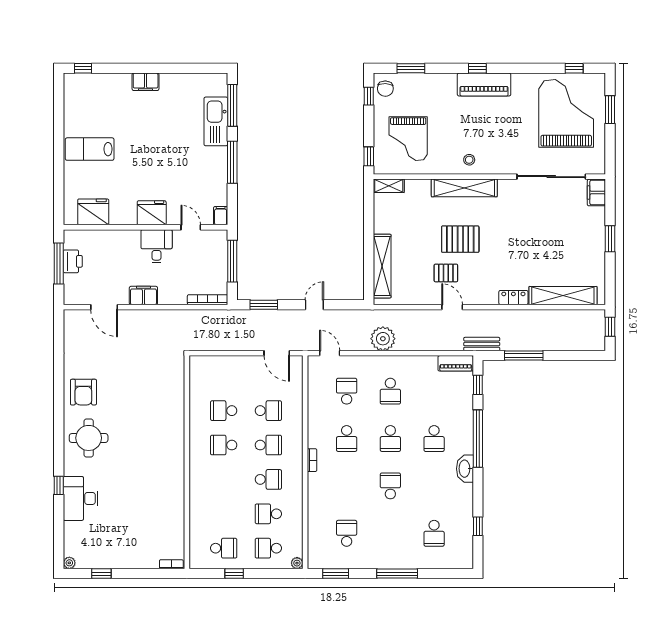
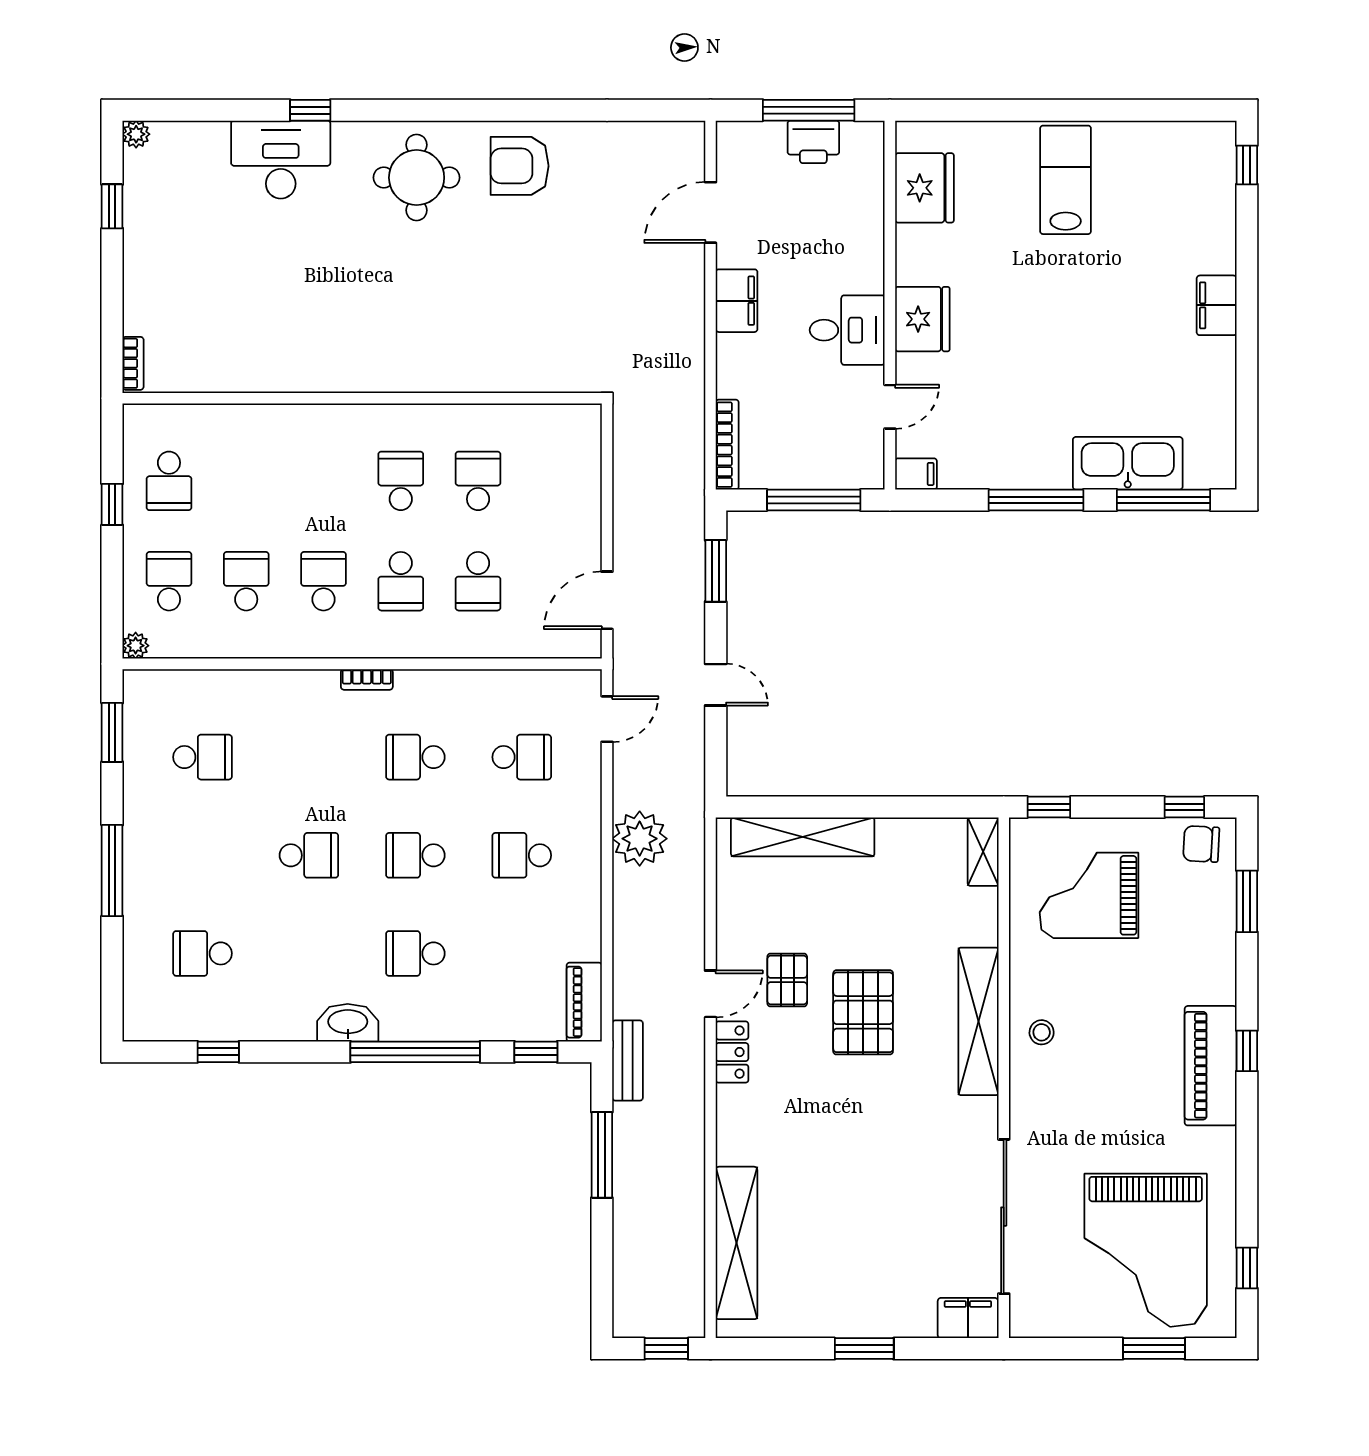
grand piano: (566, 113) -> (1146, 1250), turned 90
locker: (513, 298) -> (732, 1052), moved
school desk: (268, 479) -> (323, 581), turned 180

